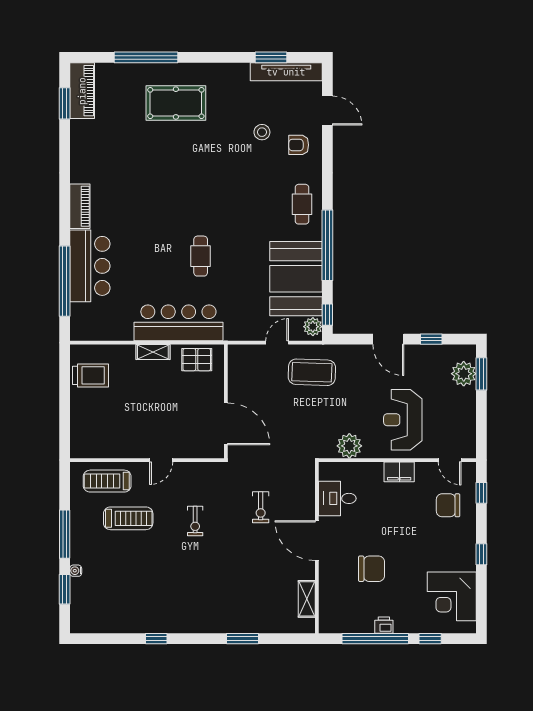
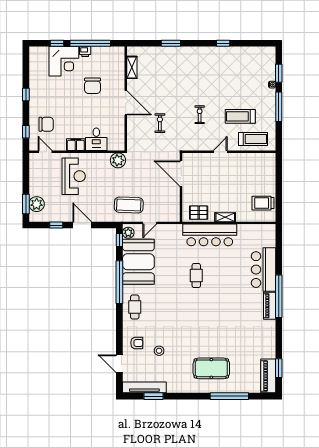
window: (65, 281) -> (279, 296), moved
plant: (349, 446) -> (118, 160), moved
desk: (337, 498) -> (96, 139), moved, turned 90
chair: (372, 569) -> (93, 86), turned -90
corner desk: (452, 596) -> (64, 61), moved, turned 90

